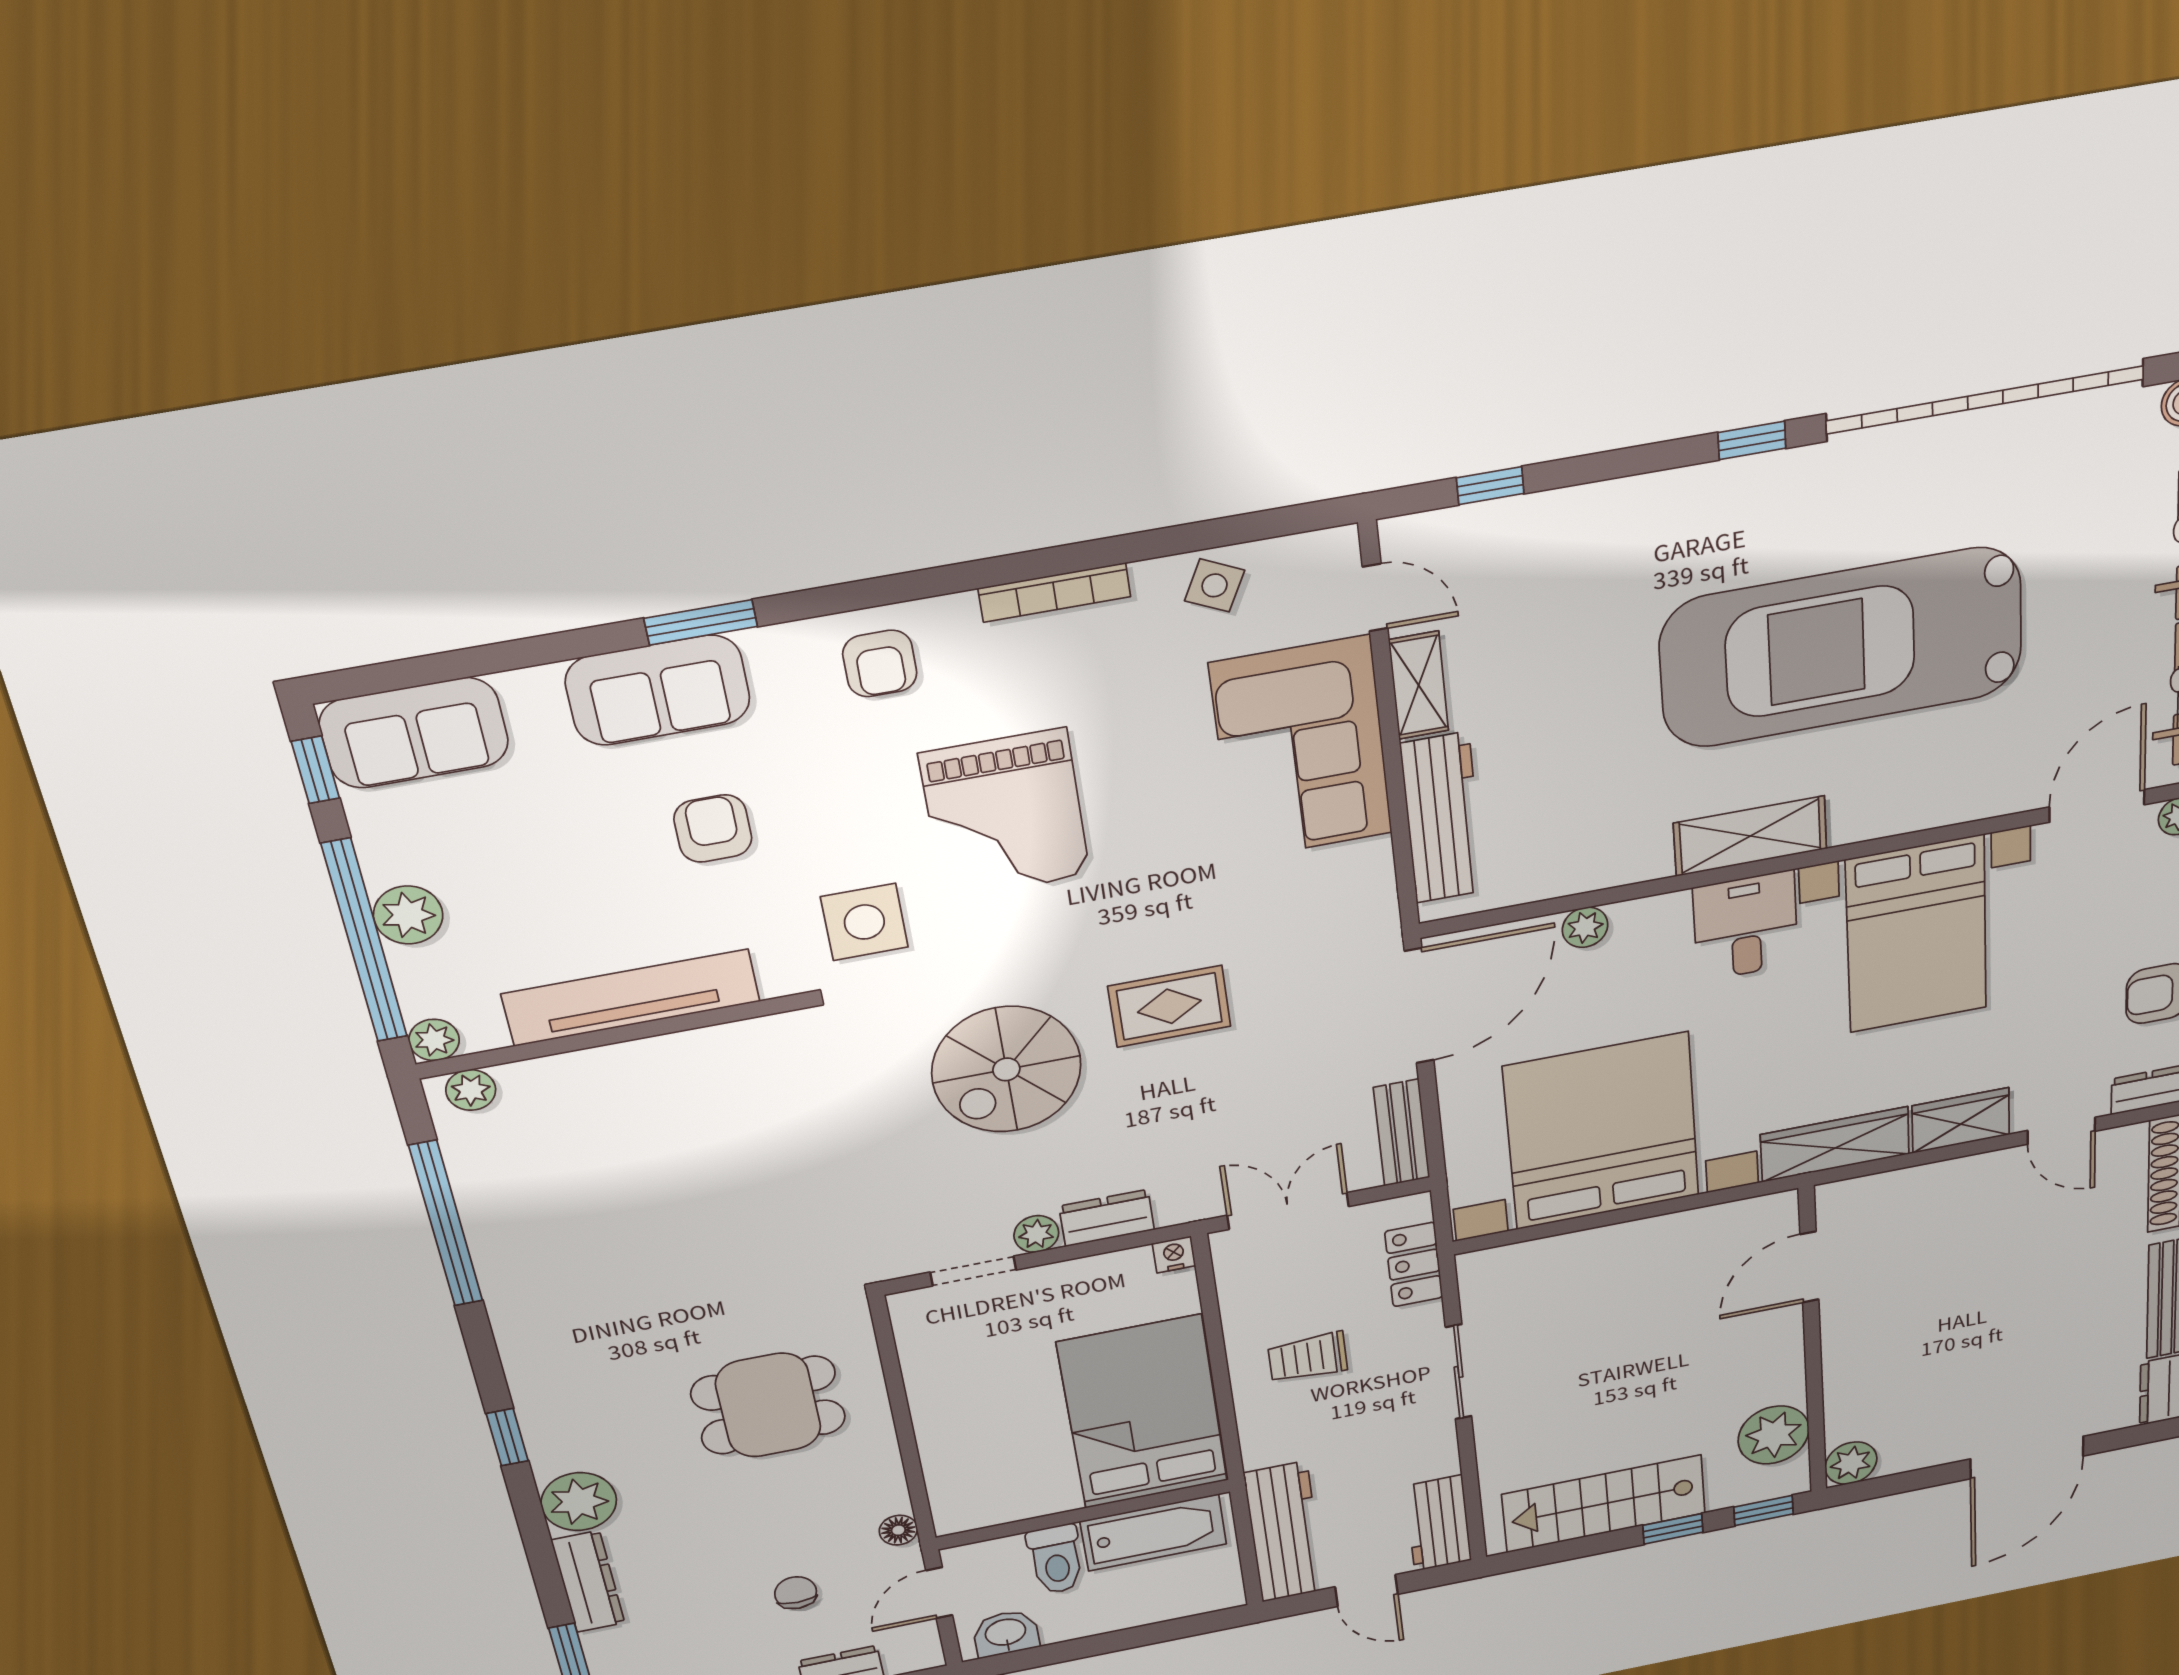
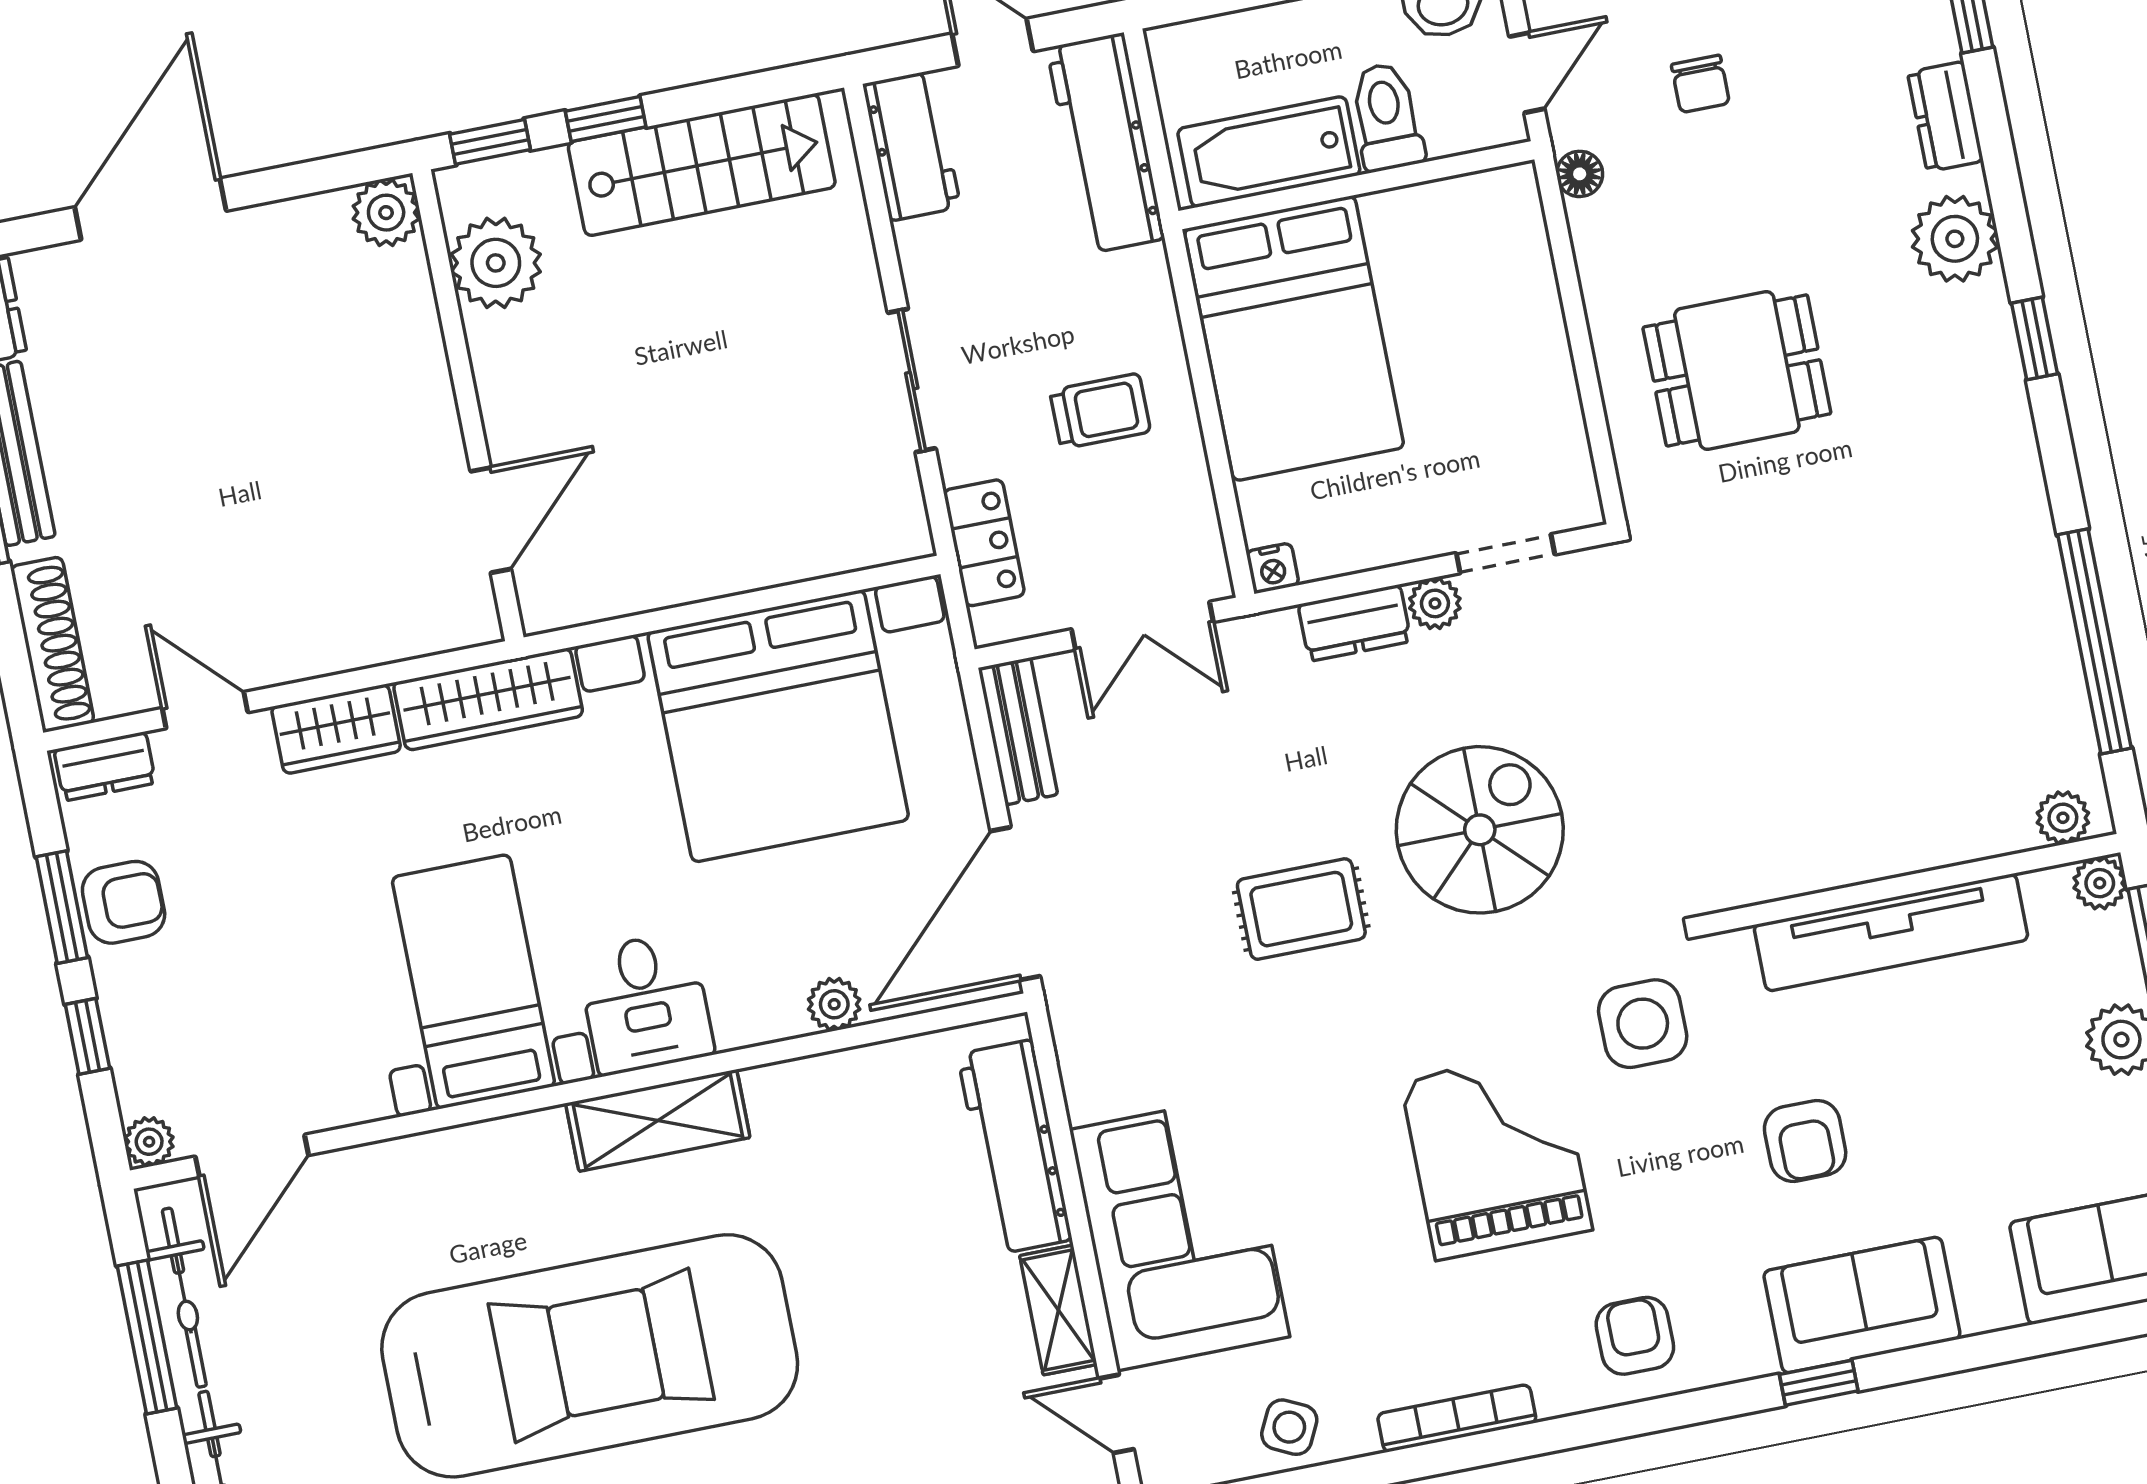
window: (701, 622) -> (1819, 1383), width x0.67
bed with nightstands: (1917, 934) -> (473, 982), width x0.73
dresser: (588, 1582) -> (1945, 117), width x0.70

